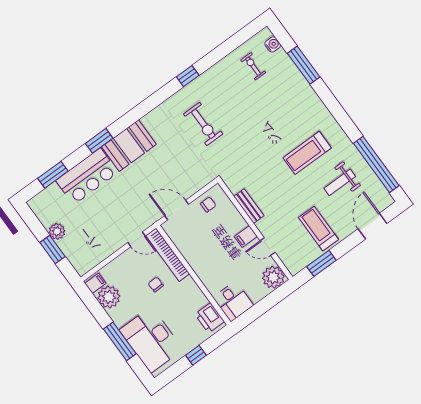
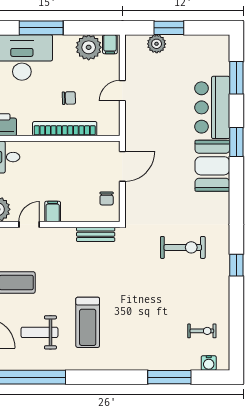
exercise bike: (203, 124) -> (183, 247), turned 180
treadmill: (307, 153) -> (88, 322), turned 180
weight bench: (340, 182) -> (39, 332), turned -90
bench: (249, 206) -> (96, 234), moved
plant: (57, 231) -> (157, 44), moved
door: (137, 239) -> (122, 91), moved
bookcase: (168, 255) -> (65, 129), moved

